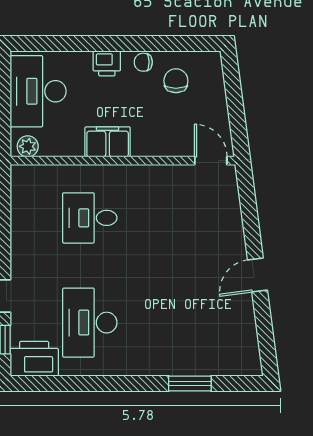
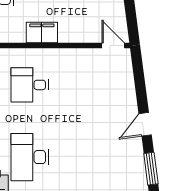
window: (266, 339) -> (151, 169), added

